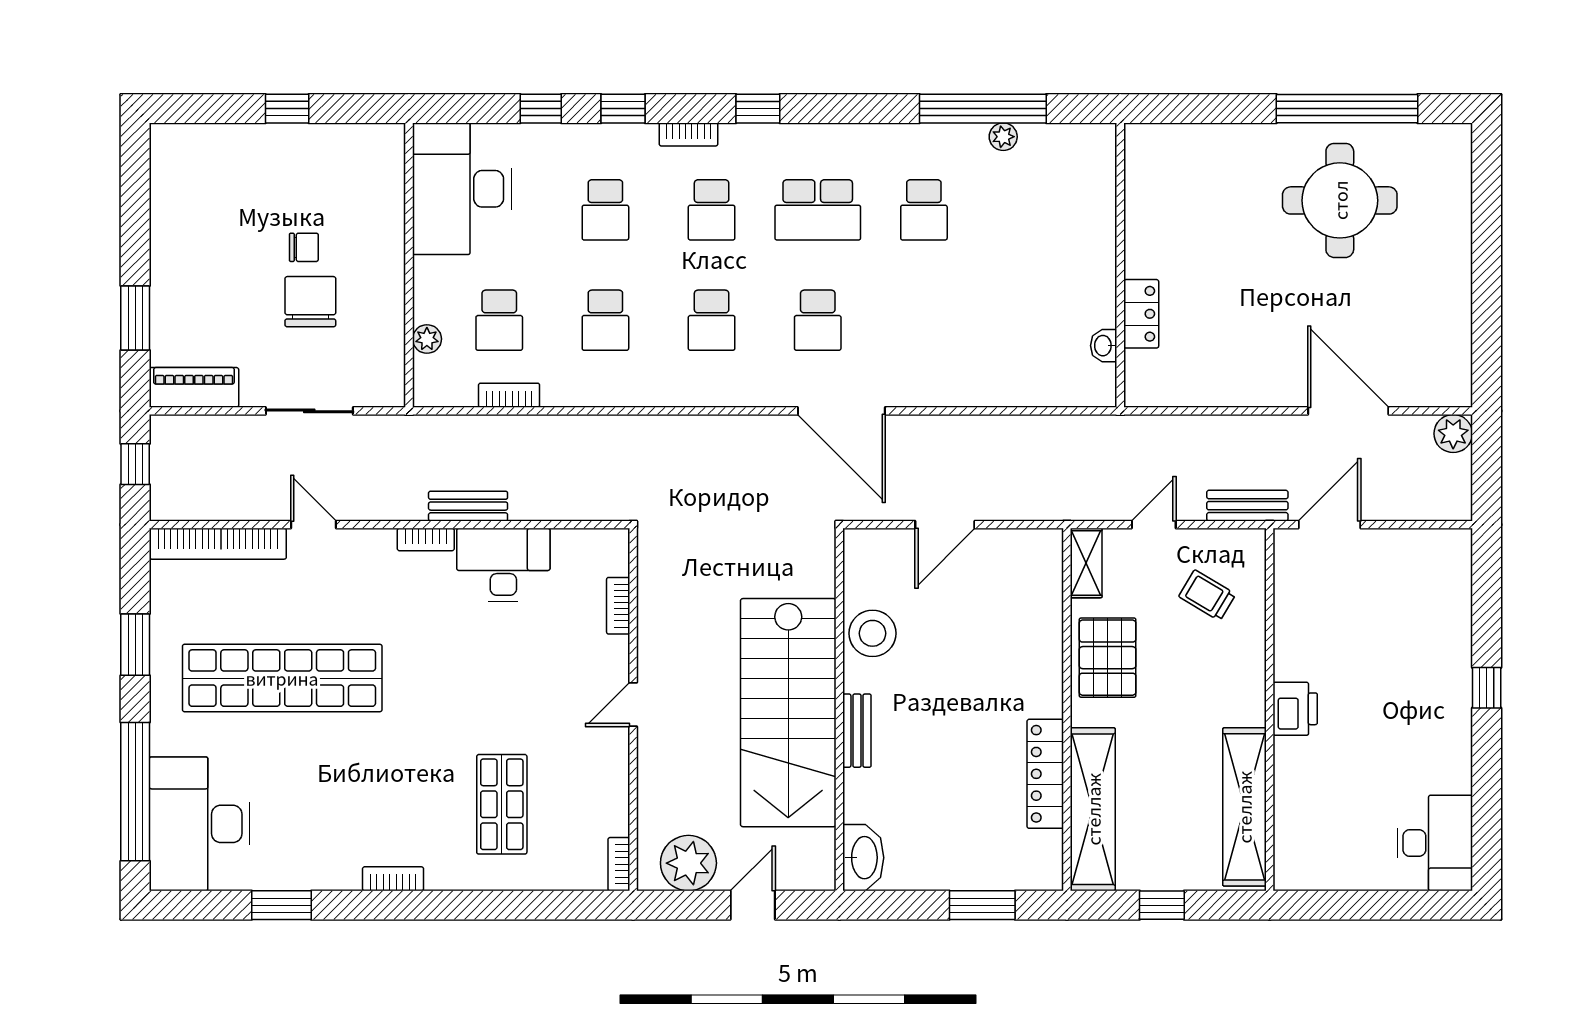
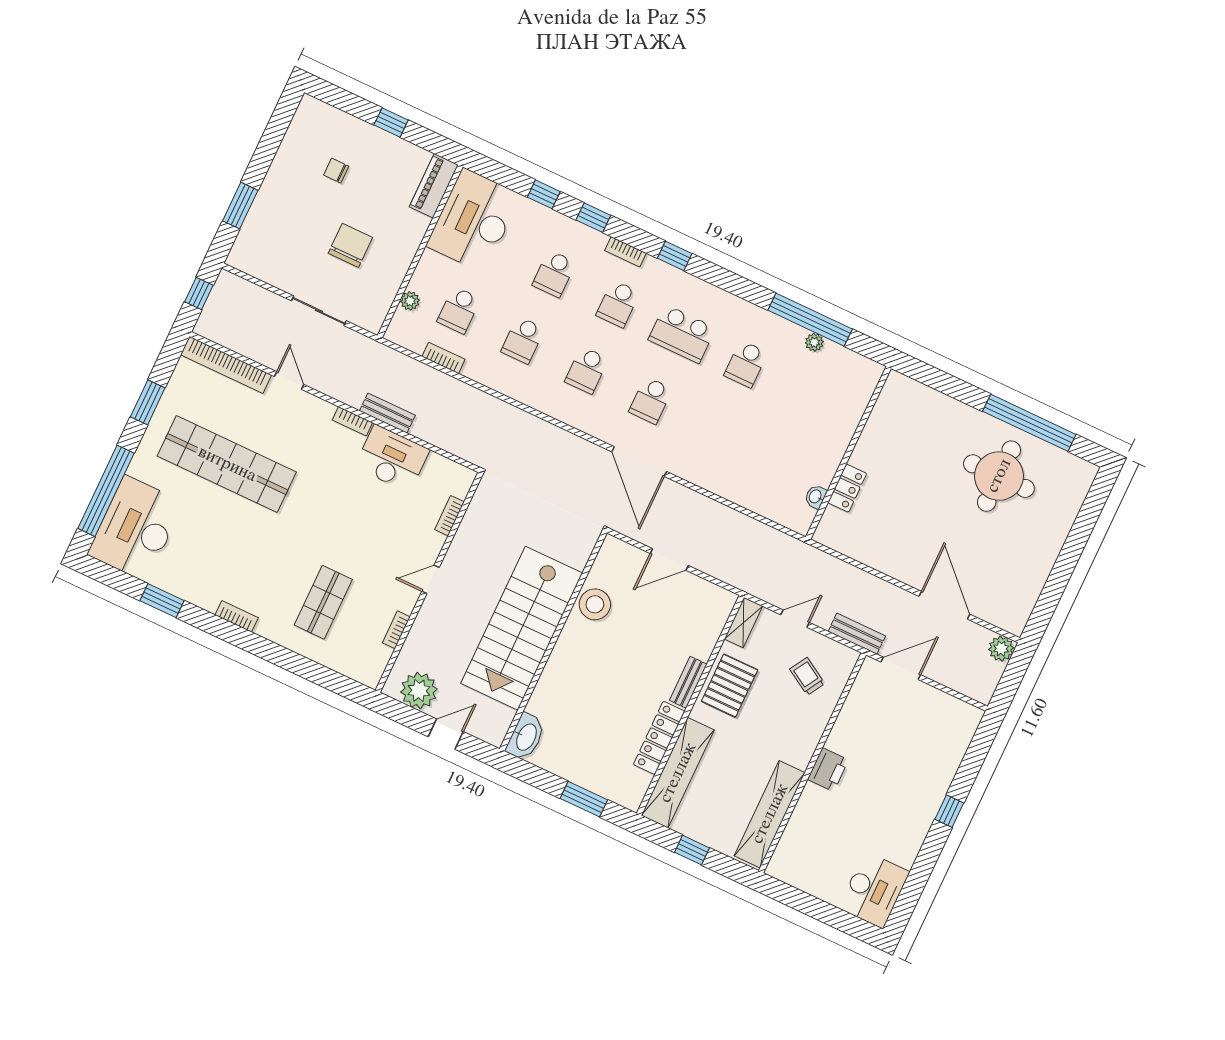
chair: (304, 247) -> (336, 171), moved, turned 180
piano: (194, 387) -> (434, 186), moved, turned -90
bench: (857, 731) -> (688, 682), moved
bookcase: (619, 864) -> (396, 630), moved

